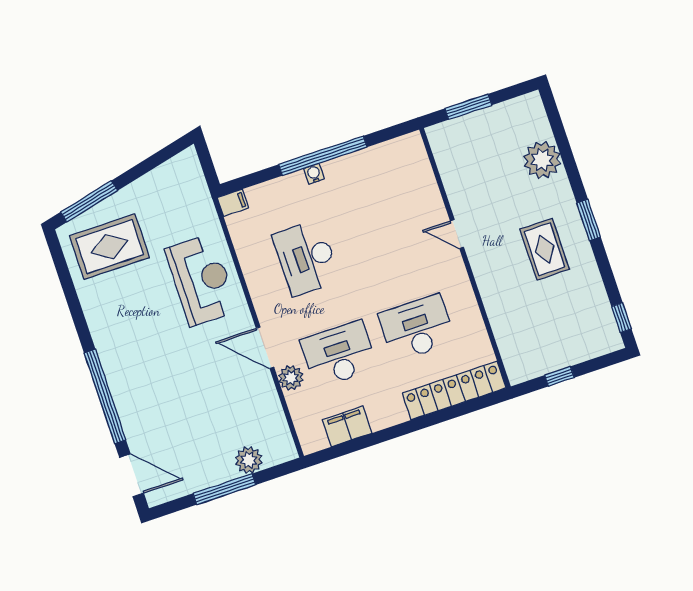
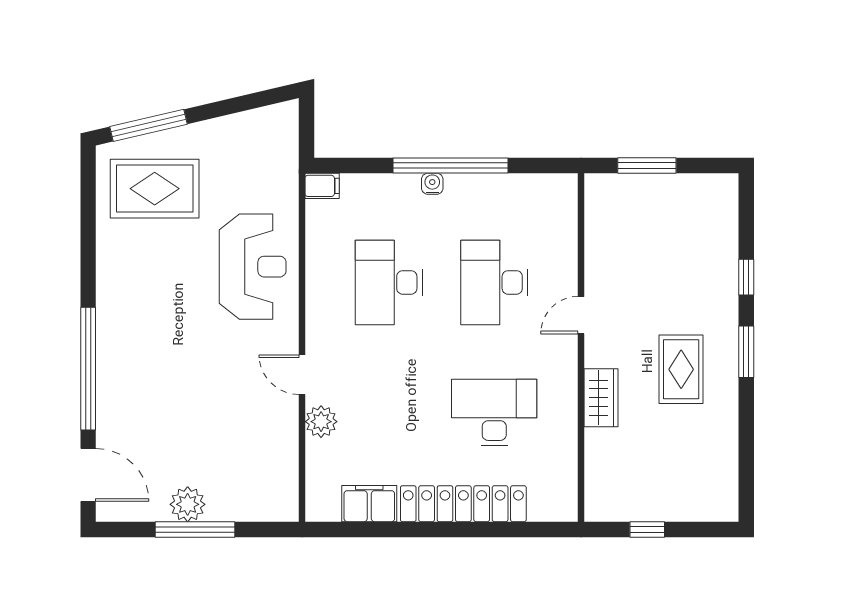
plant: (542, 160) -> (715, 260), removed
door: (457, 234) -> (581, 315), hinge flipped
wardrobe: (492, 290) -> (601, 398), added
window: (621, 318) -> (746, 277), moved
door: (265, 348) -> (302, 375), width x0.73
desk: (339, 354) -> (494, 282), moved, turned -90
locker: (454, 391) -> (463, 504), moved
plant: (249, 460) -> (188, 504), moved

